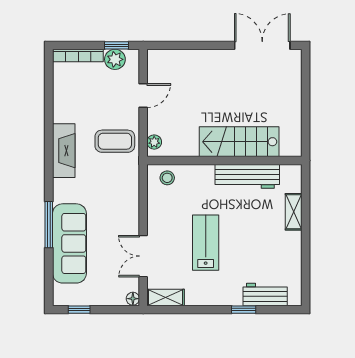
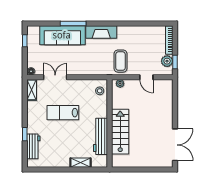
fireplace: (64, 151) -> (101, 32), moved
lab bench: (206, 243) -> (63, 113), turned 180

